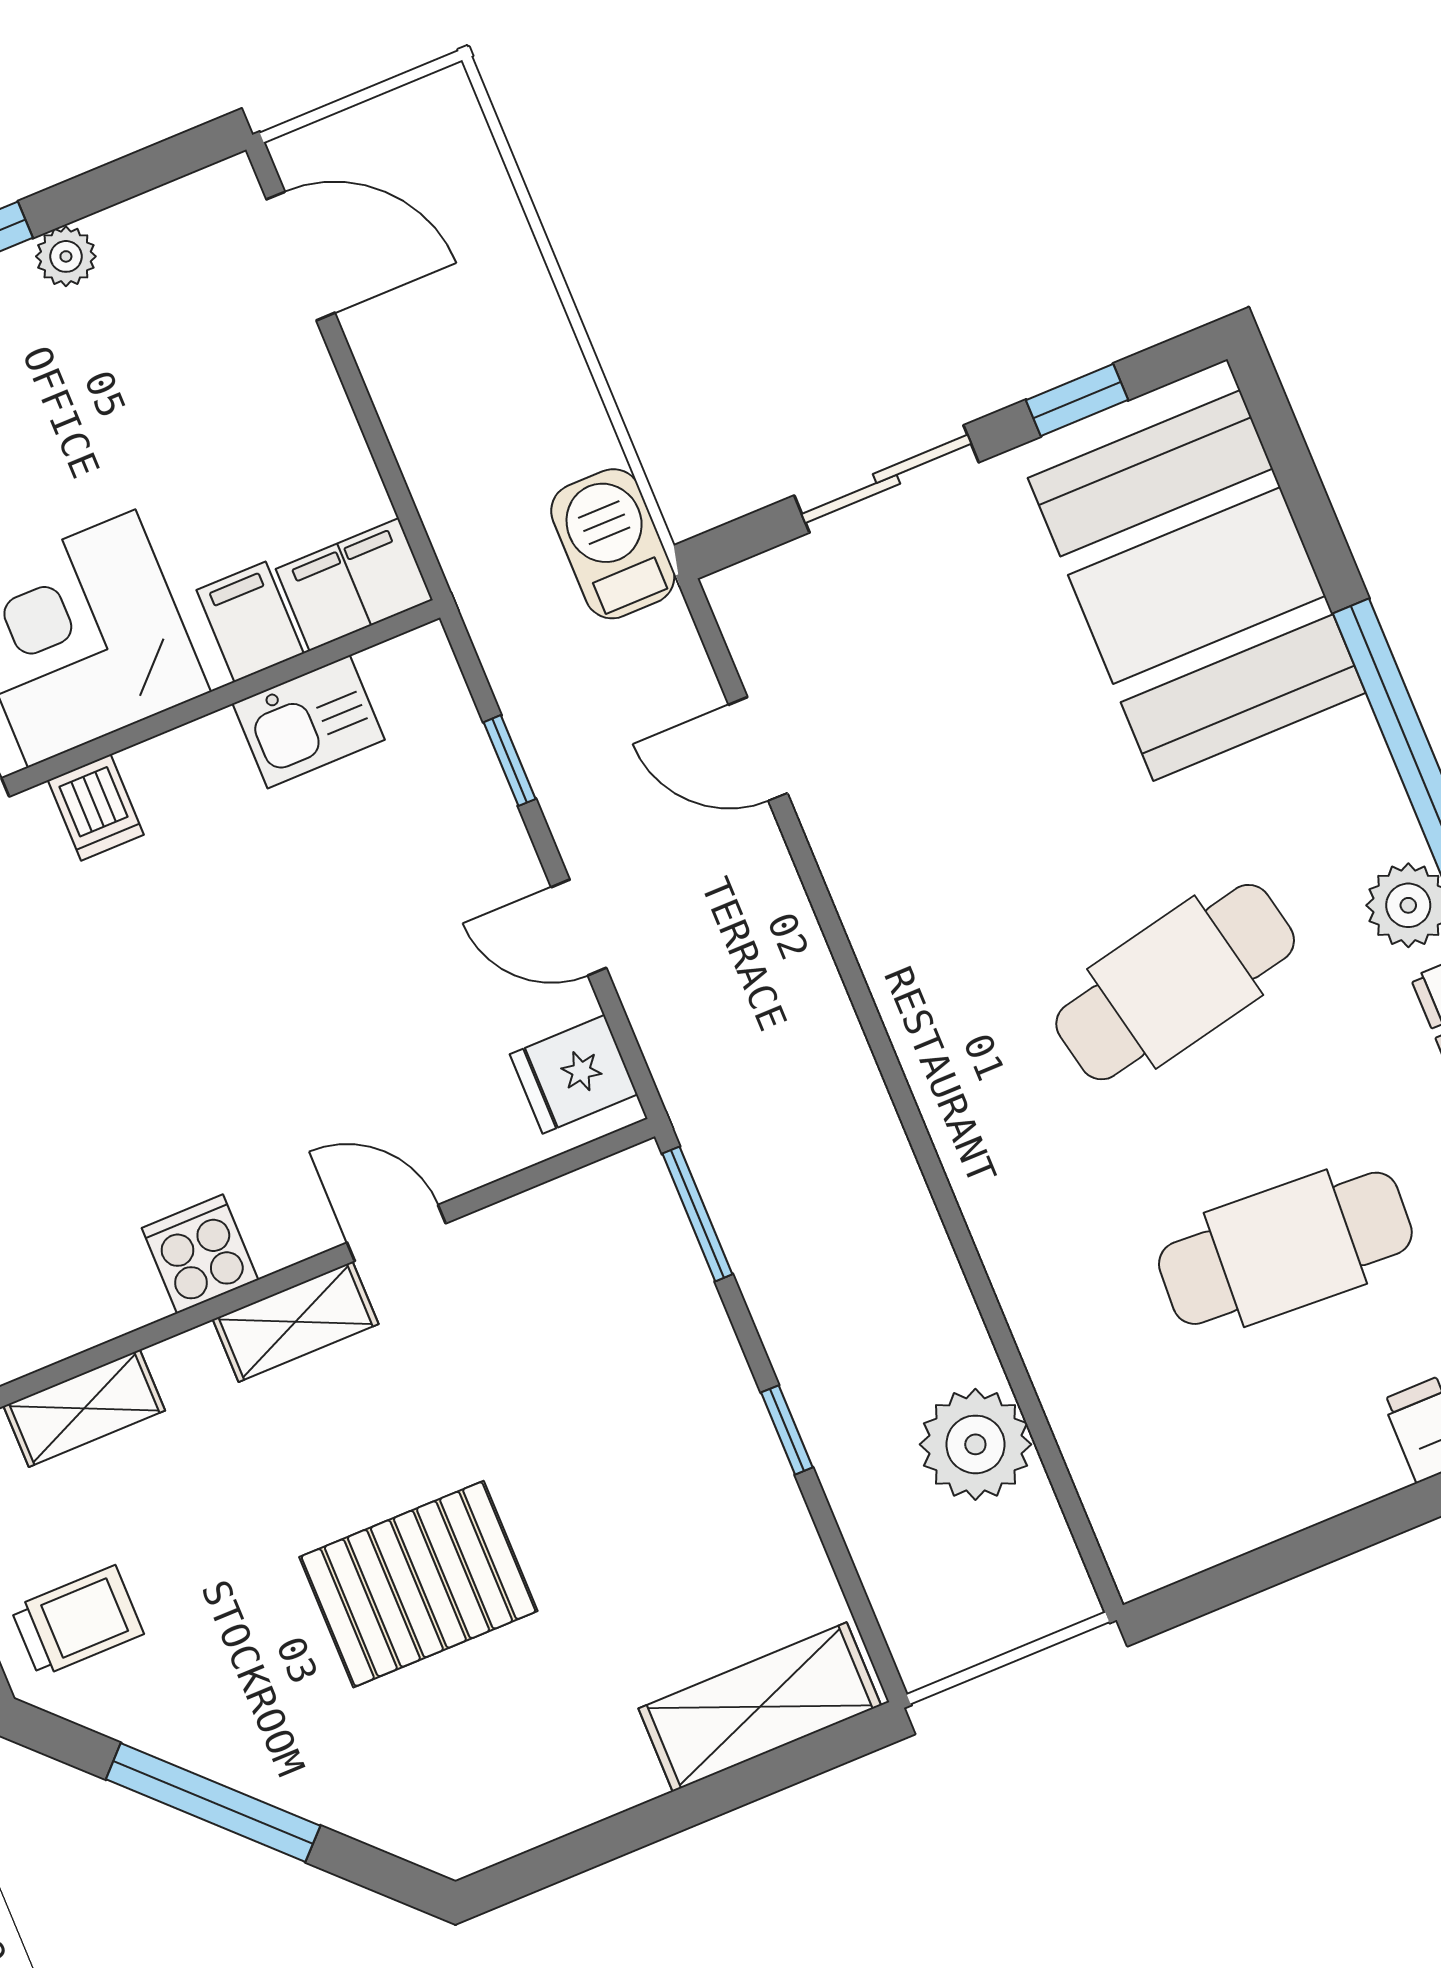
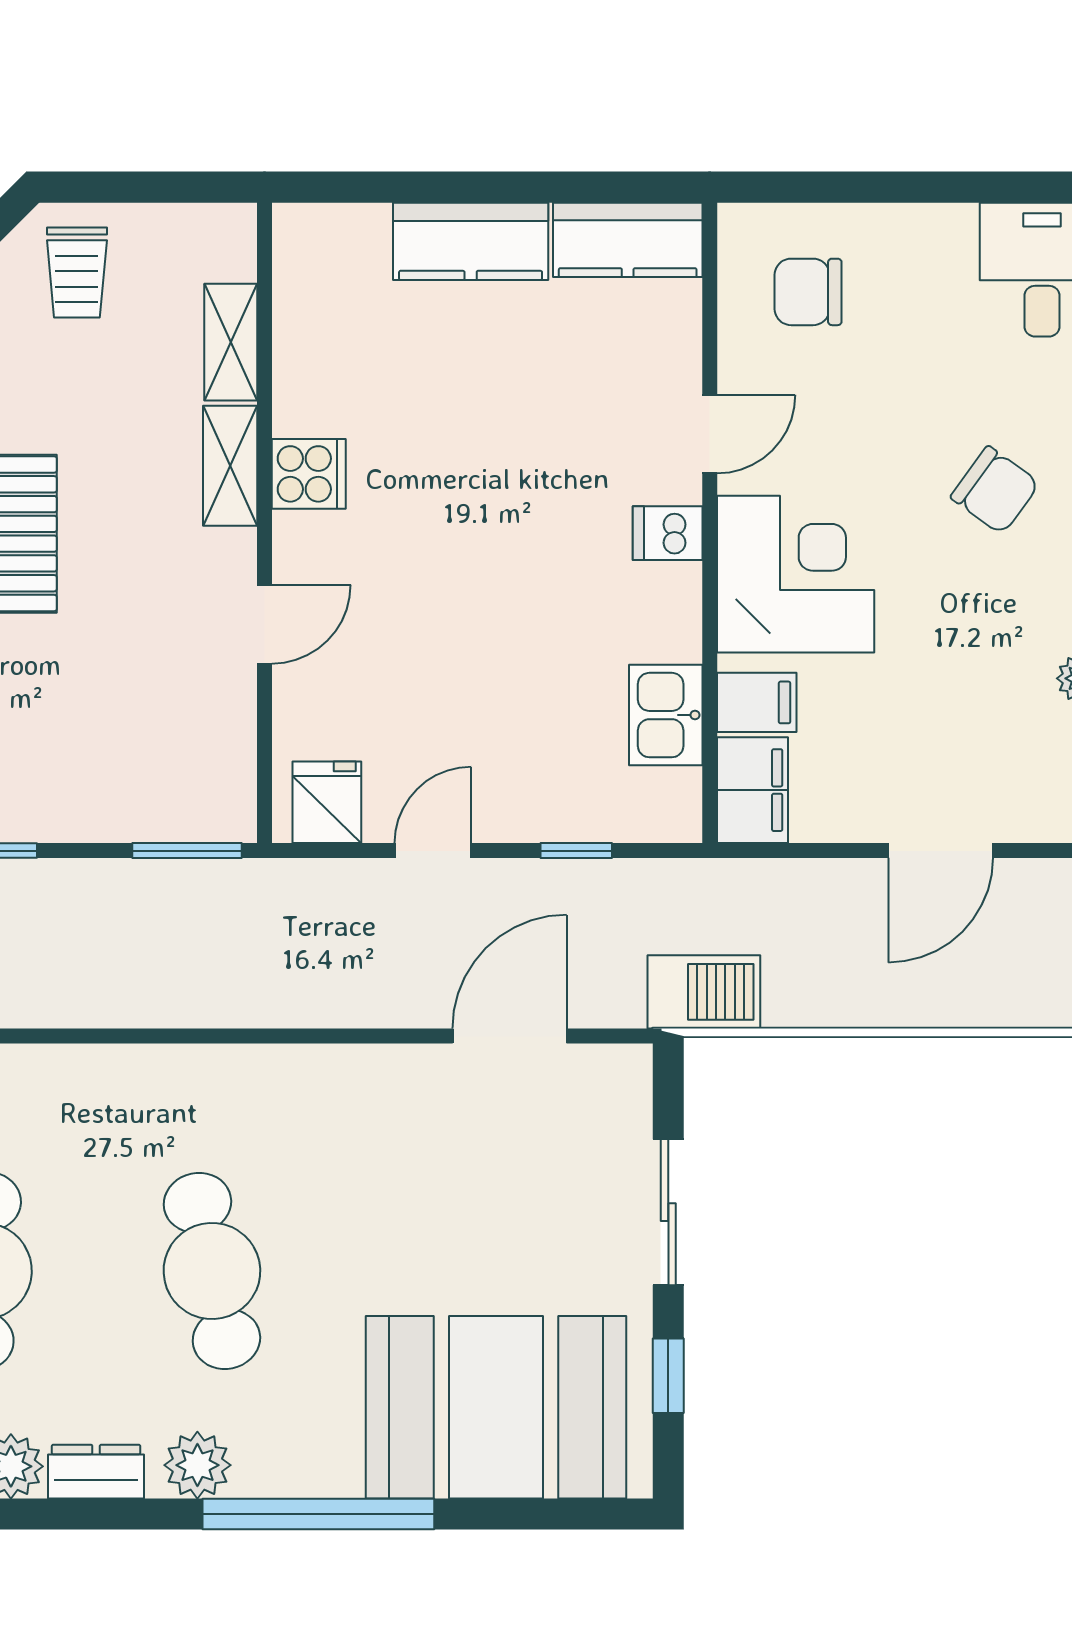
door: (301, 256) -> (941, 851), moved
door: (758, 749) -> (510, 1036), width x1.38
shelving: (296, 1322) -> (230, 466), moved

